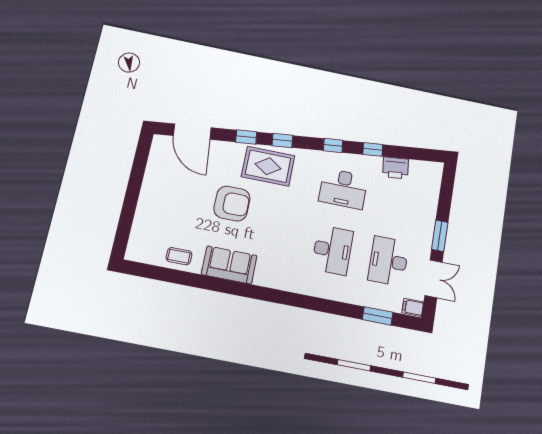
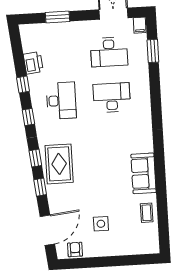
side table: (182, 197) -> (101, 224), added
armchair: (232, 204) -> (75, 250), moved, width x0.53, depth x0.53
window: (440, 236) -> (58, 17), moved

